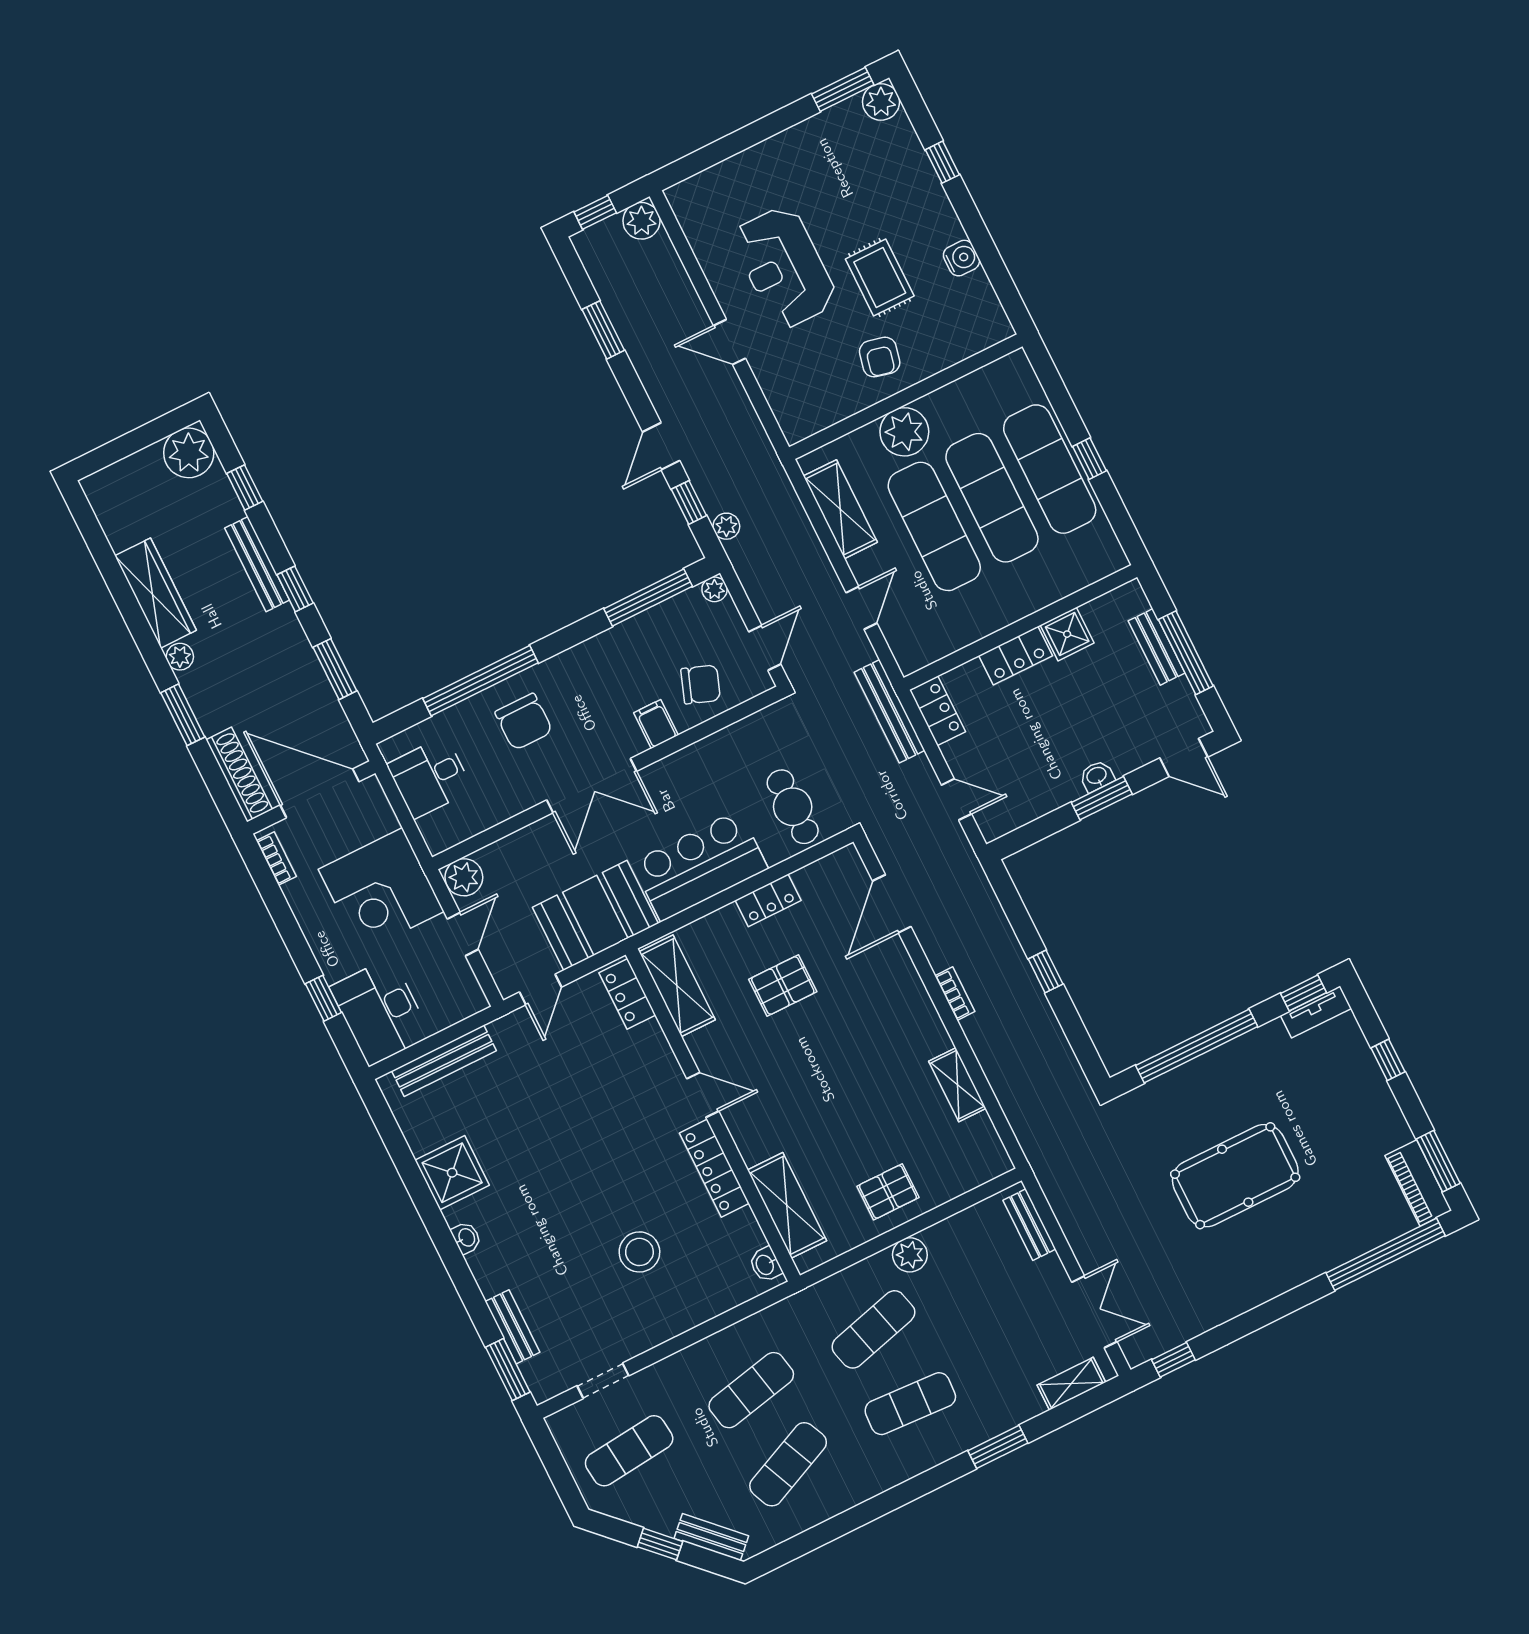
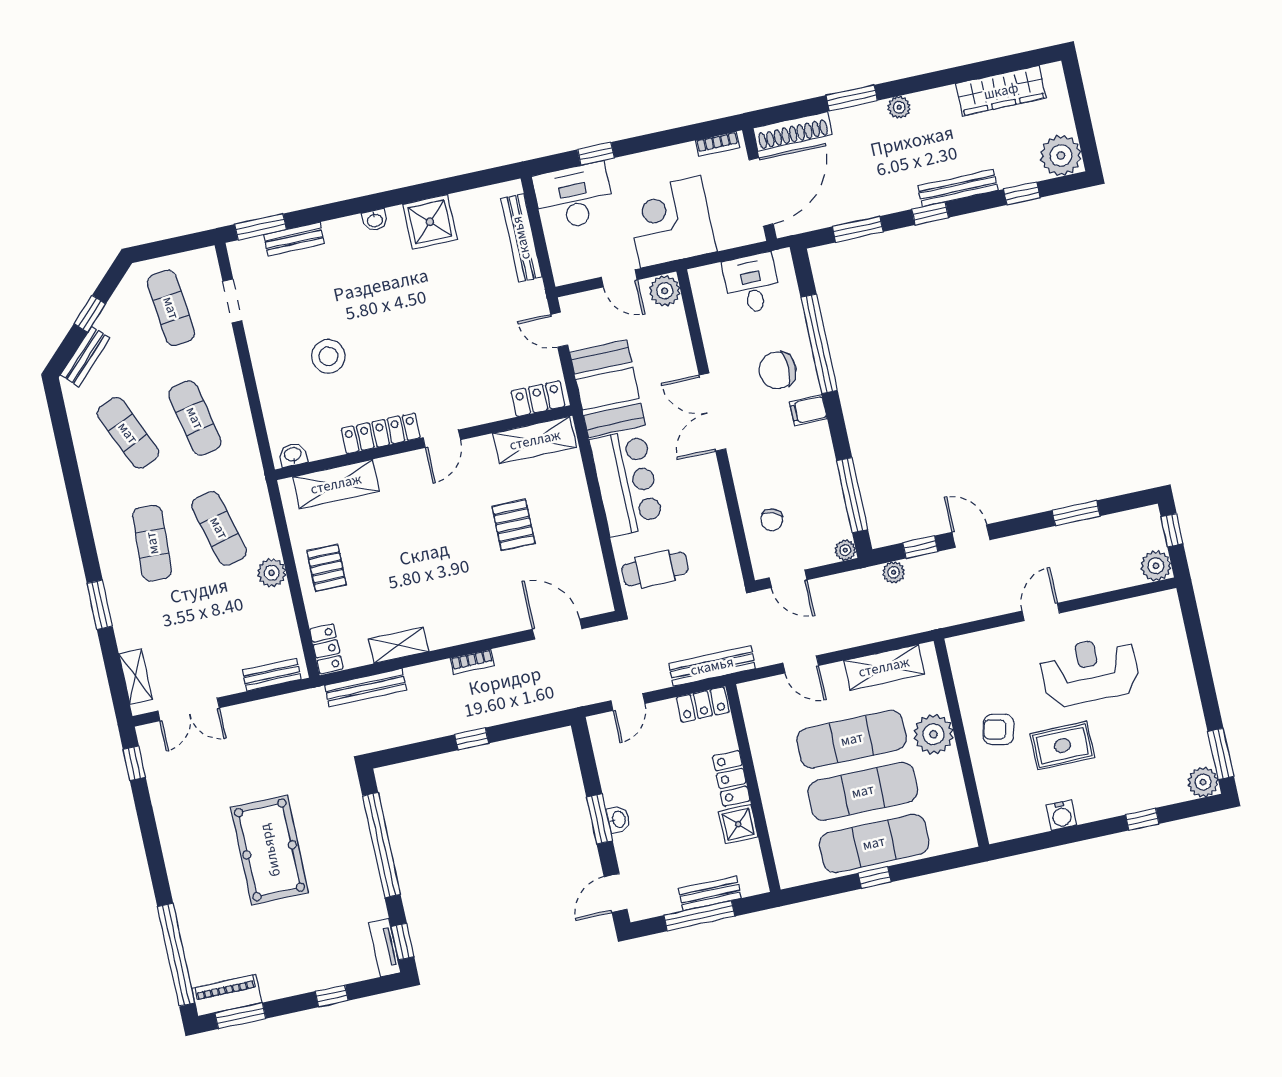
wardrobe: (156, 593) -> (1001, 91), moved
chair: (701, 684) -> (772, 520), width x0.73, depth x0.73
filing cabinet: (656, 724) -> (808, 410), moved, turned 180
locker: (768, 900) -> (326, 649), moved, turned 180
bench: (1017, 1111) -> (366, 688), added

